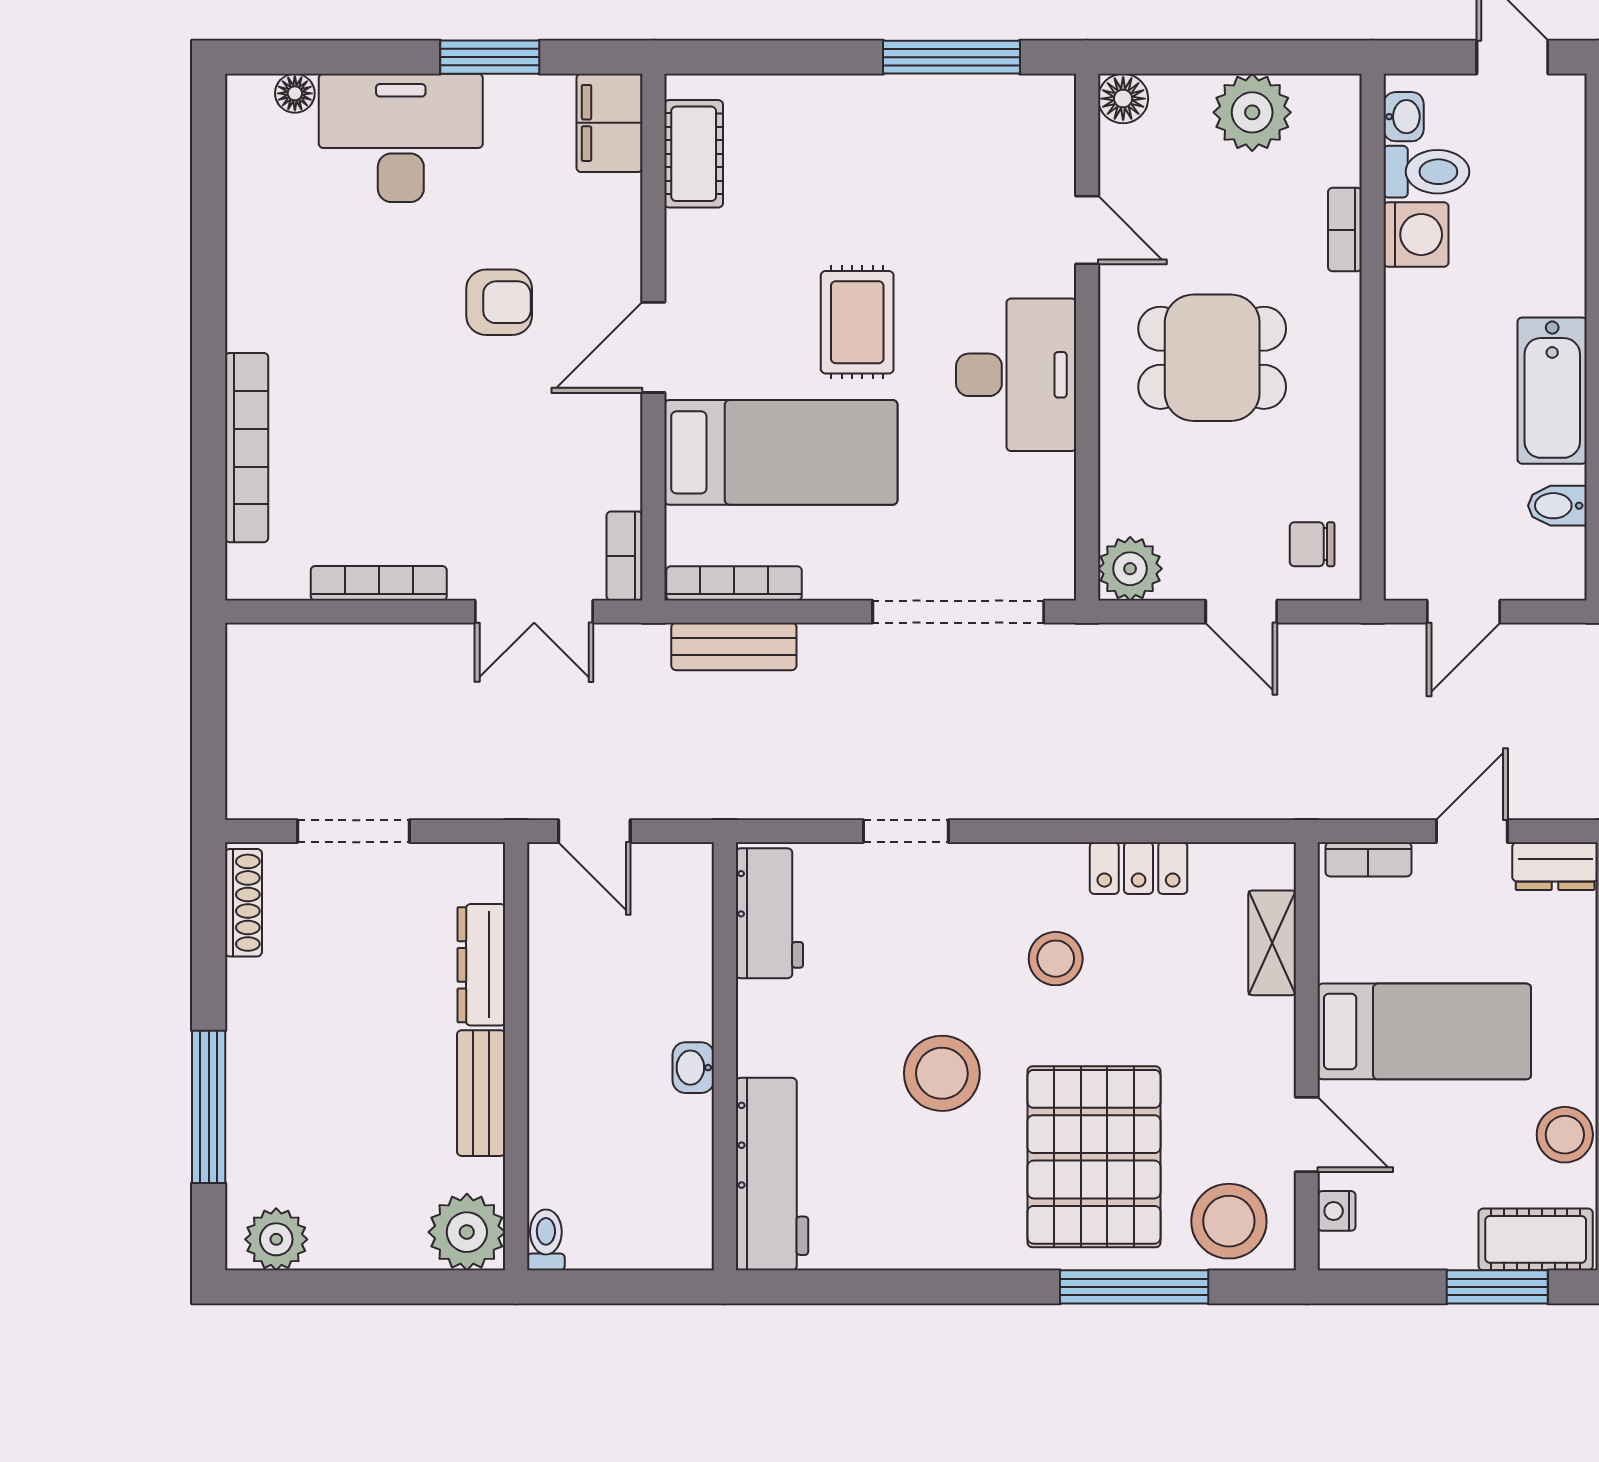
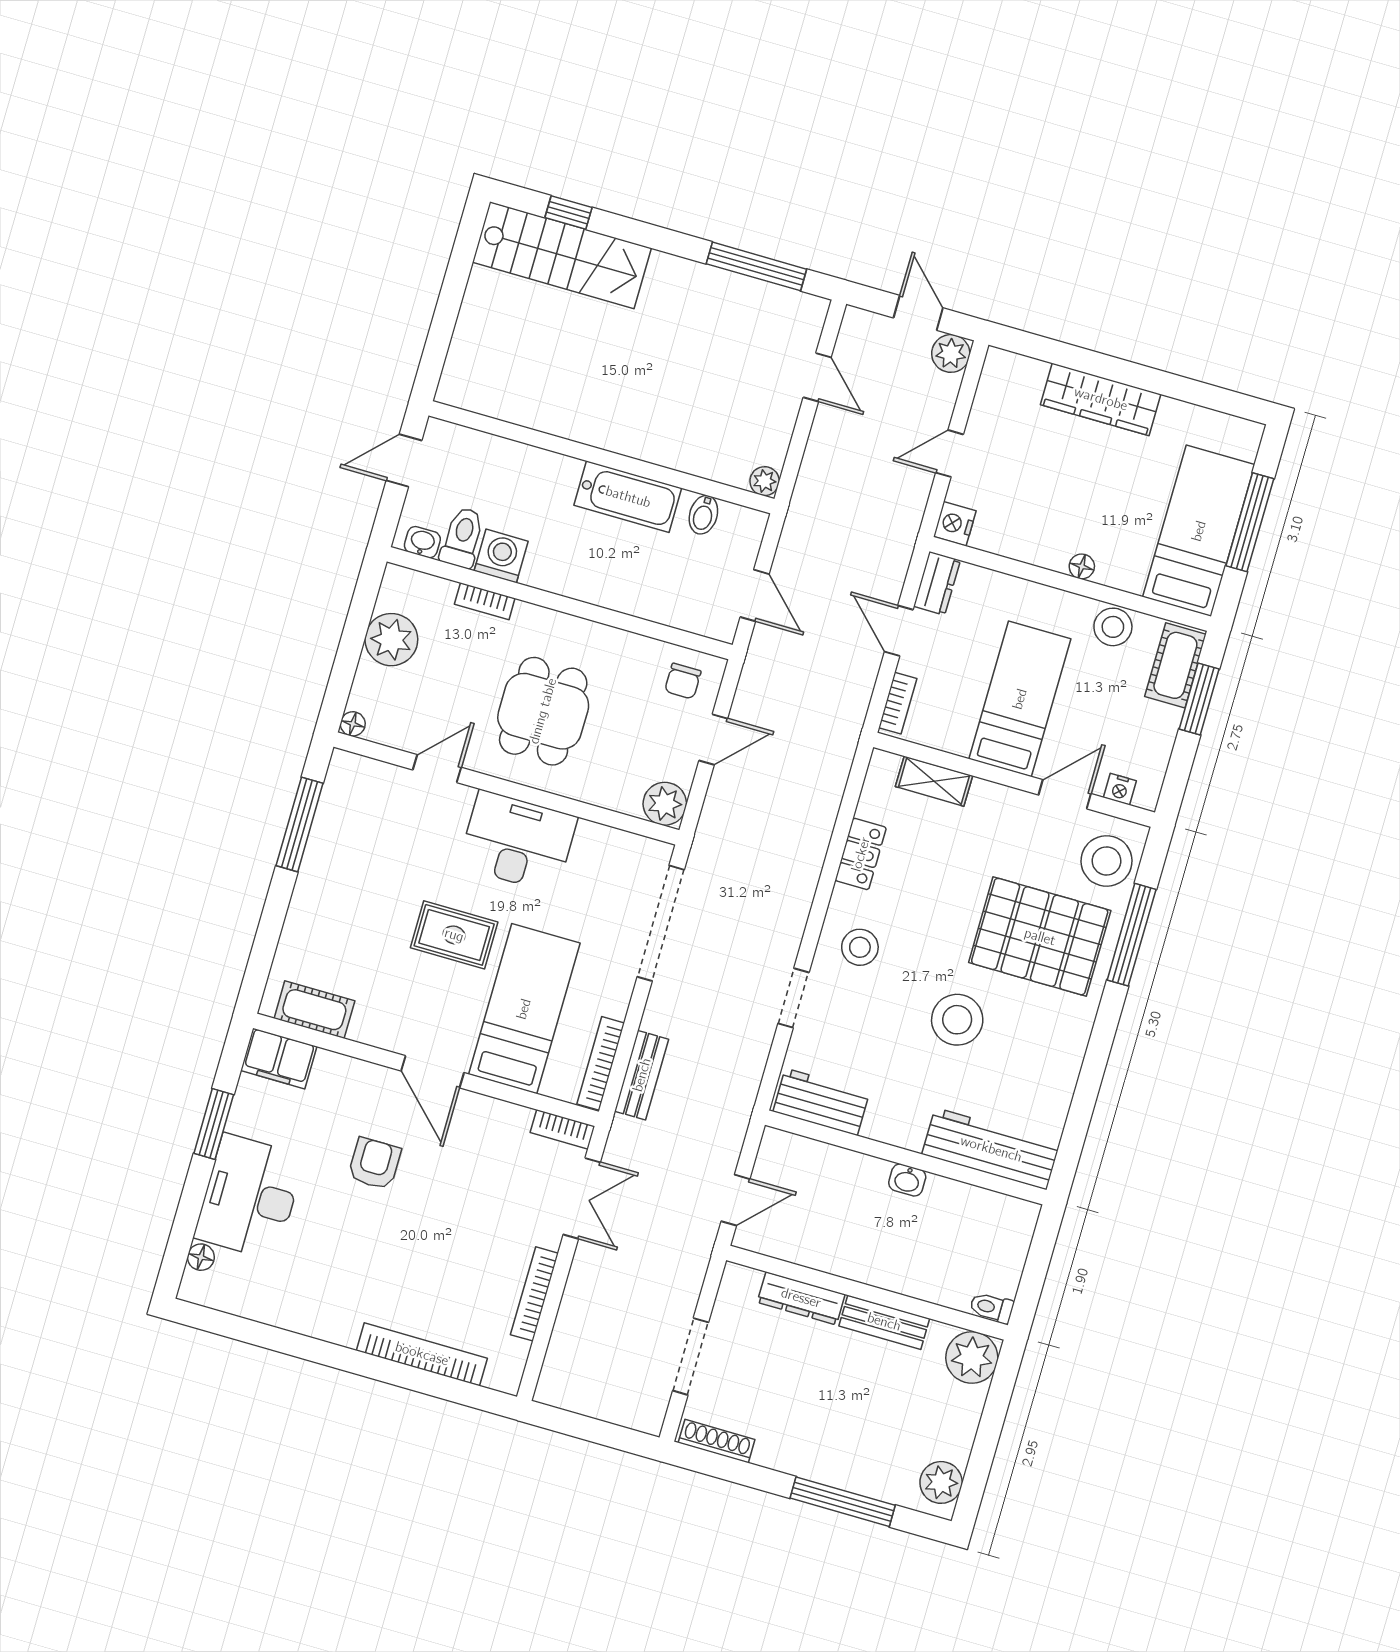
floor lamp: (1123, 99) -> (353, 724), width x0.73, depth x0.73
stool: (1056, 959) -> (860, 947), moved

